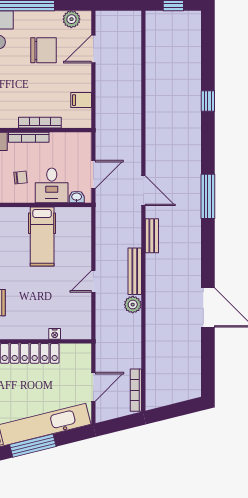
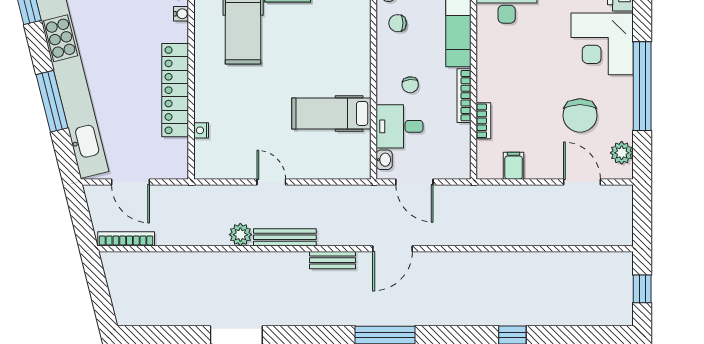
bookcase: (40, 123) -> (483, 121), width x0.64

